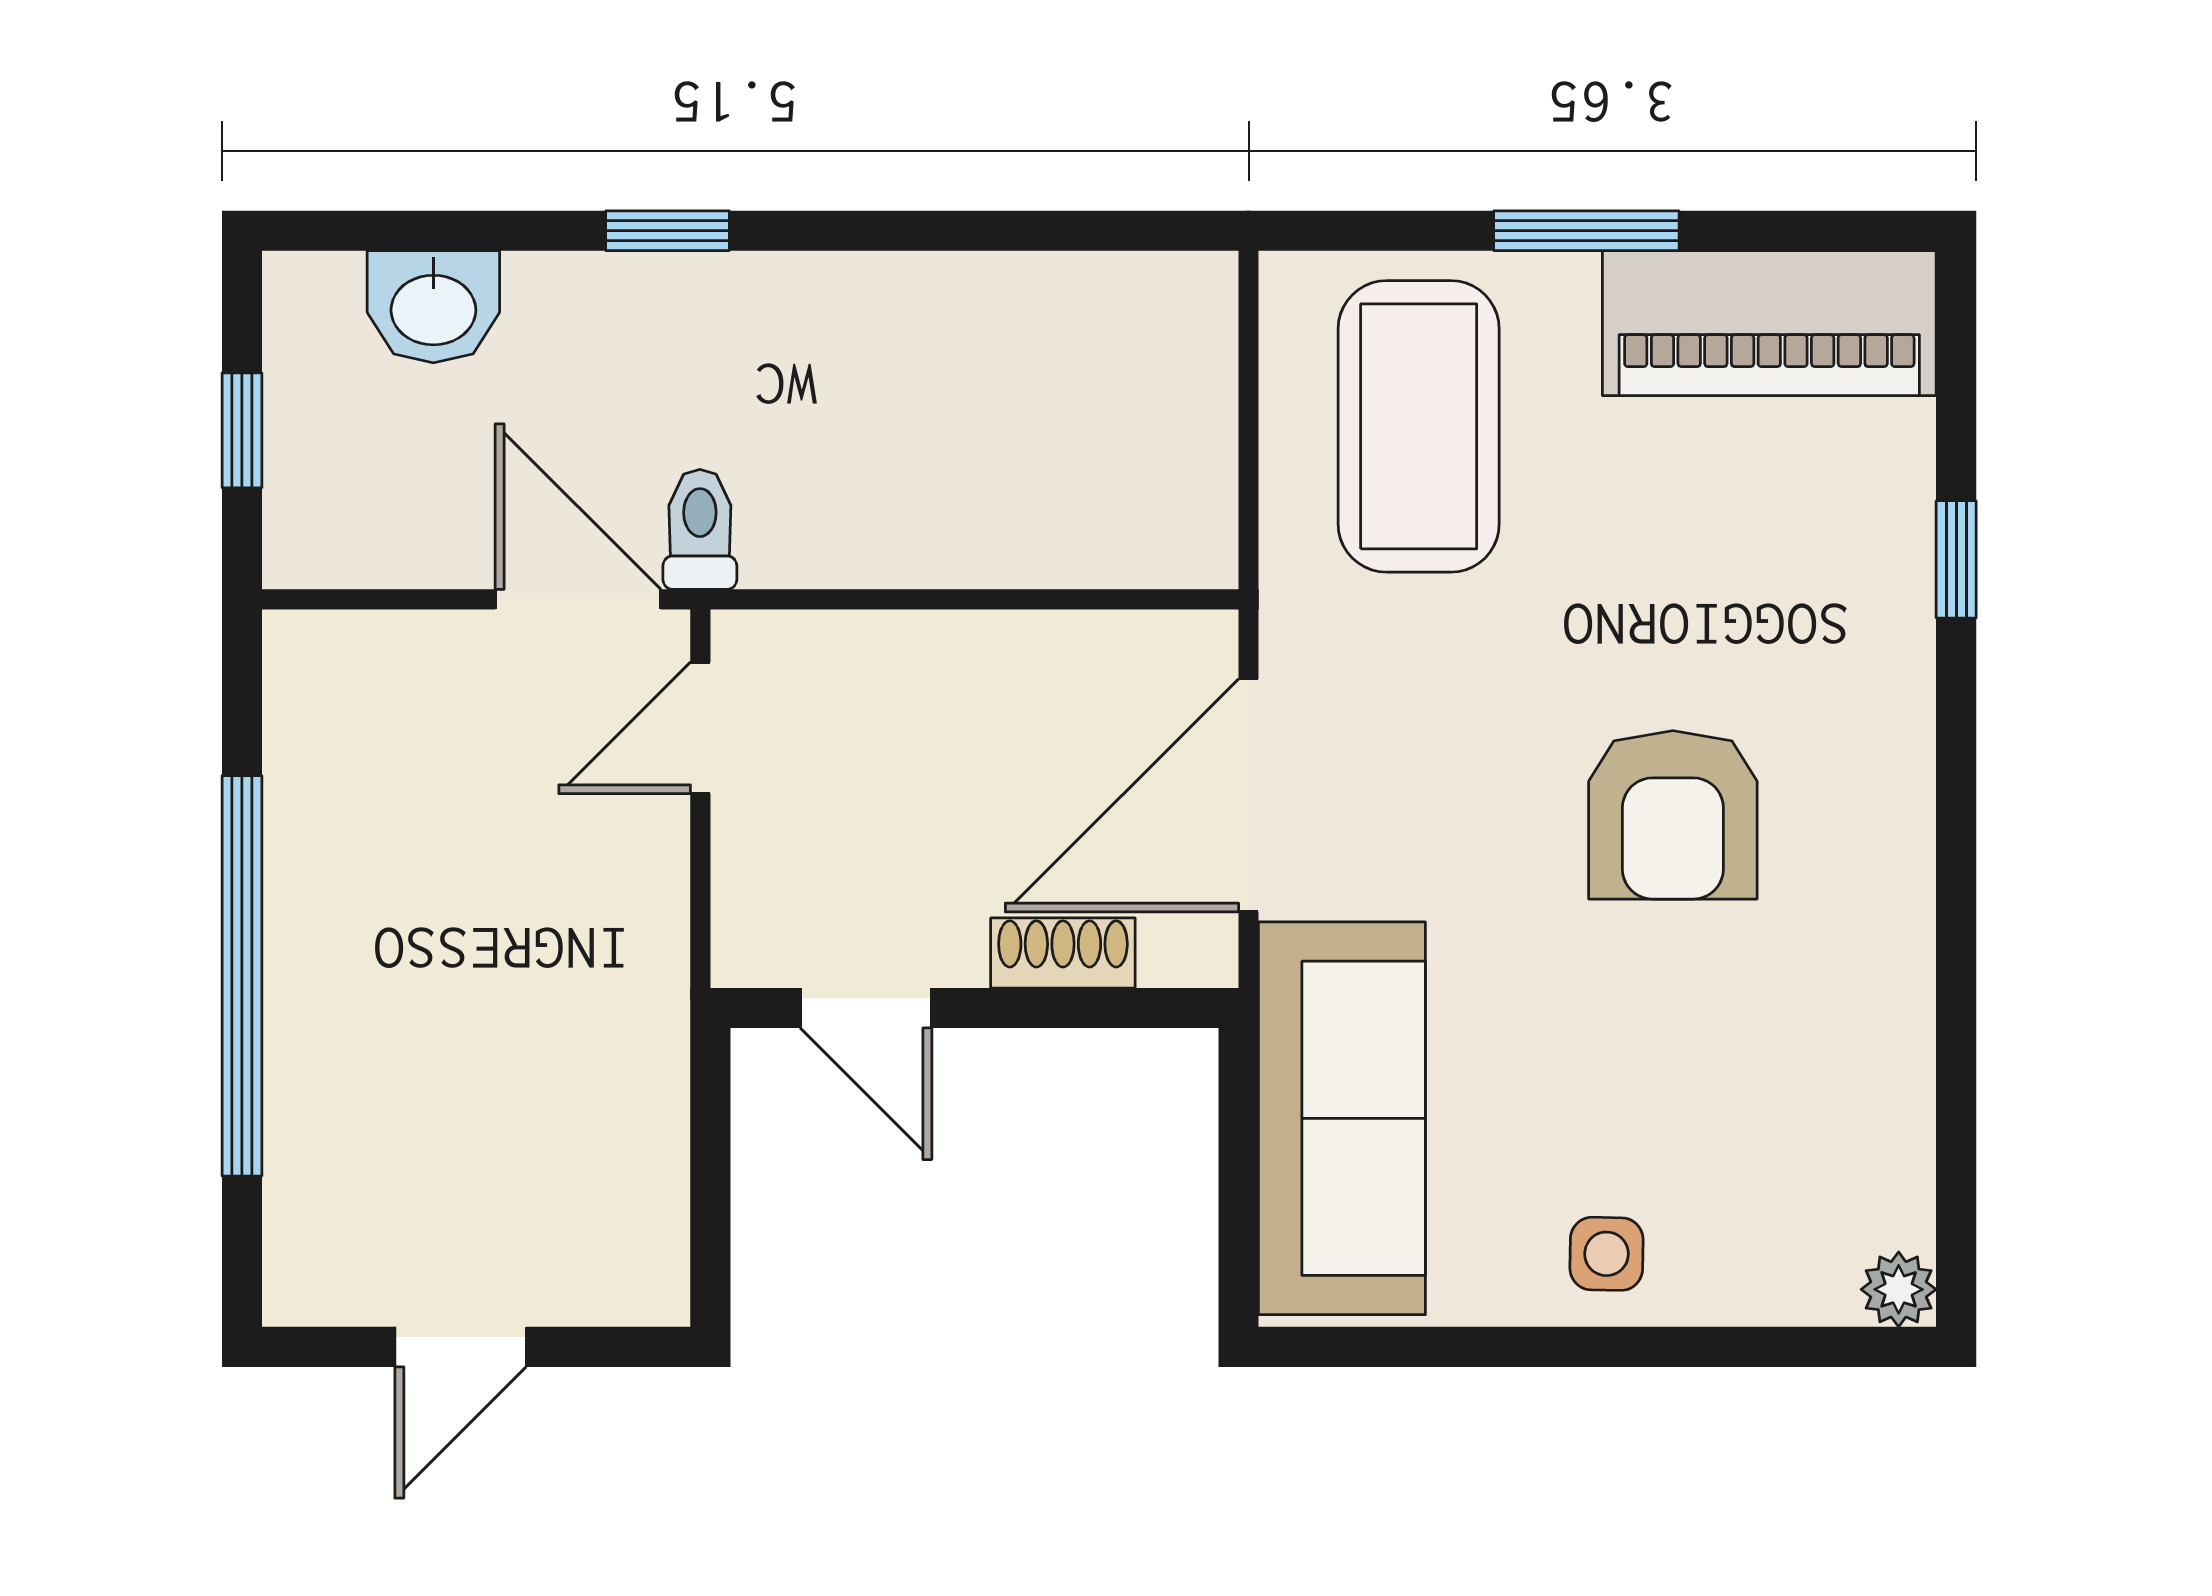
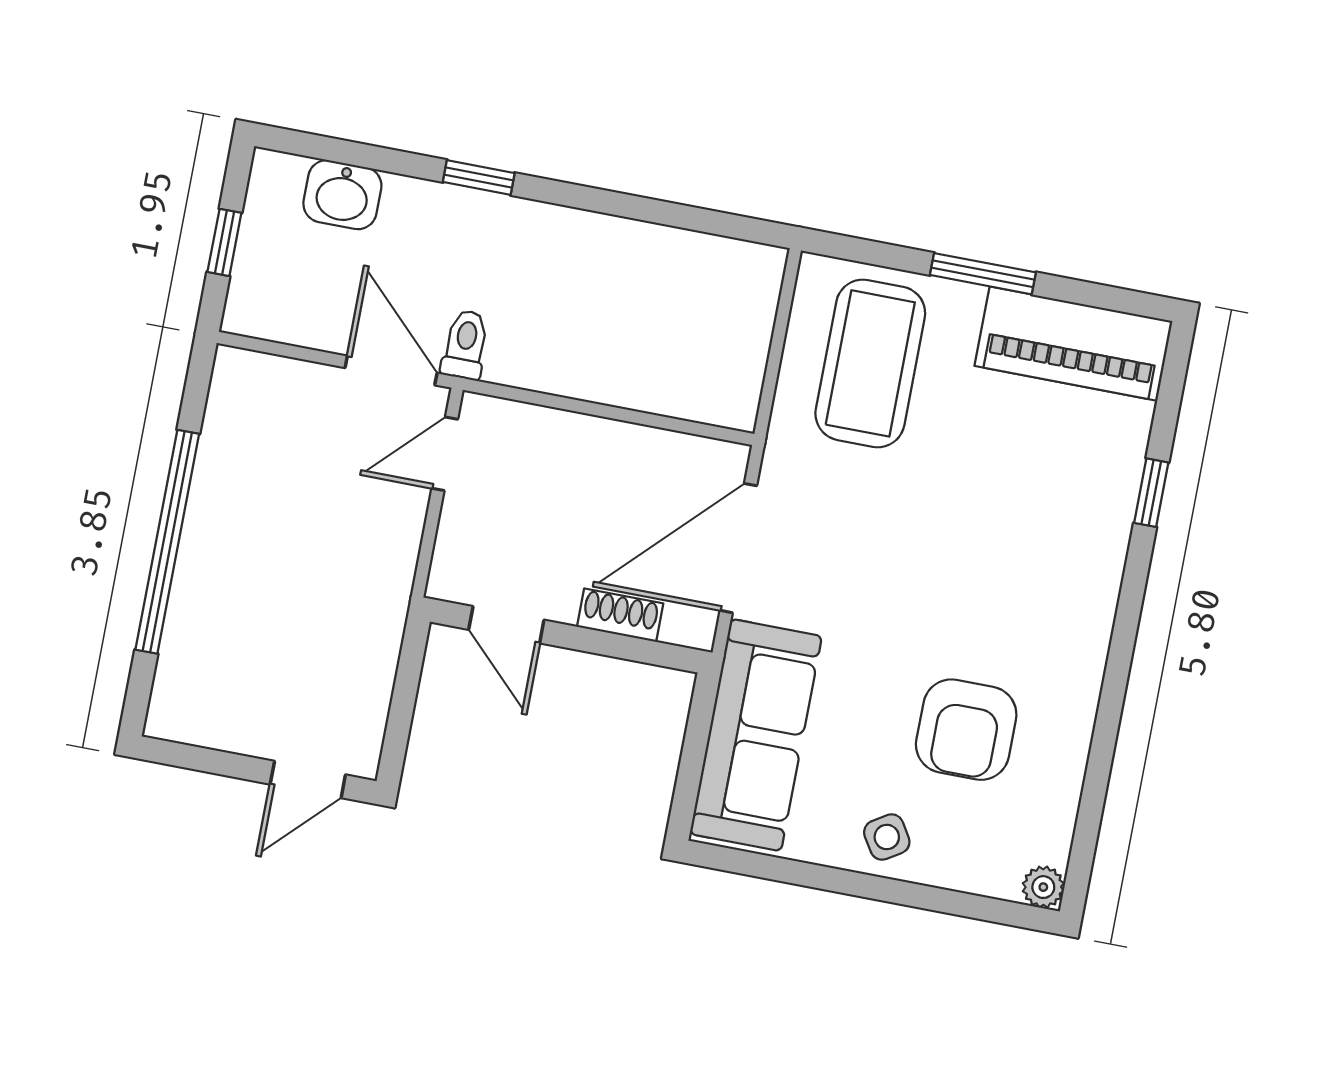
armchair: (1673, 815) -> (966, 730), moved
side table: (1607, 1254) -> (887, 837), turned -33
door: (461, 1347) -> (308, 779), moved

